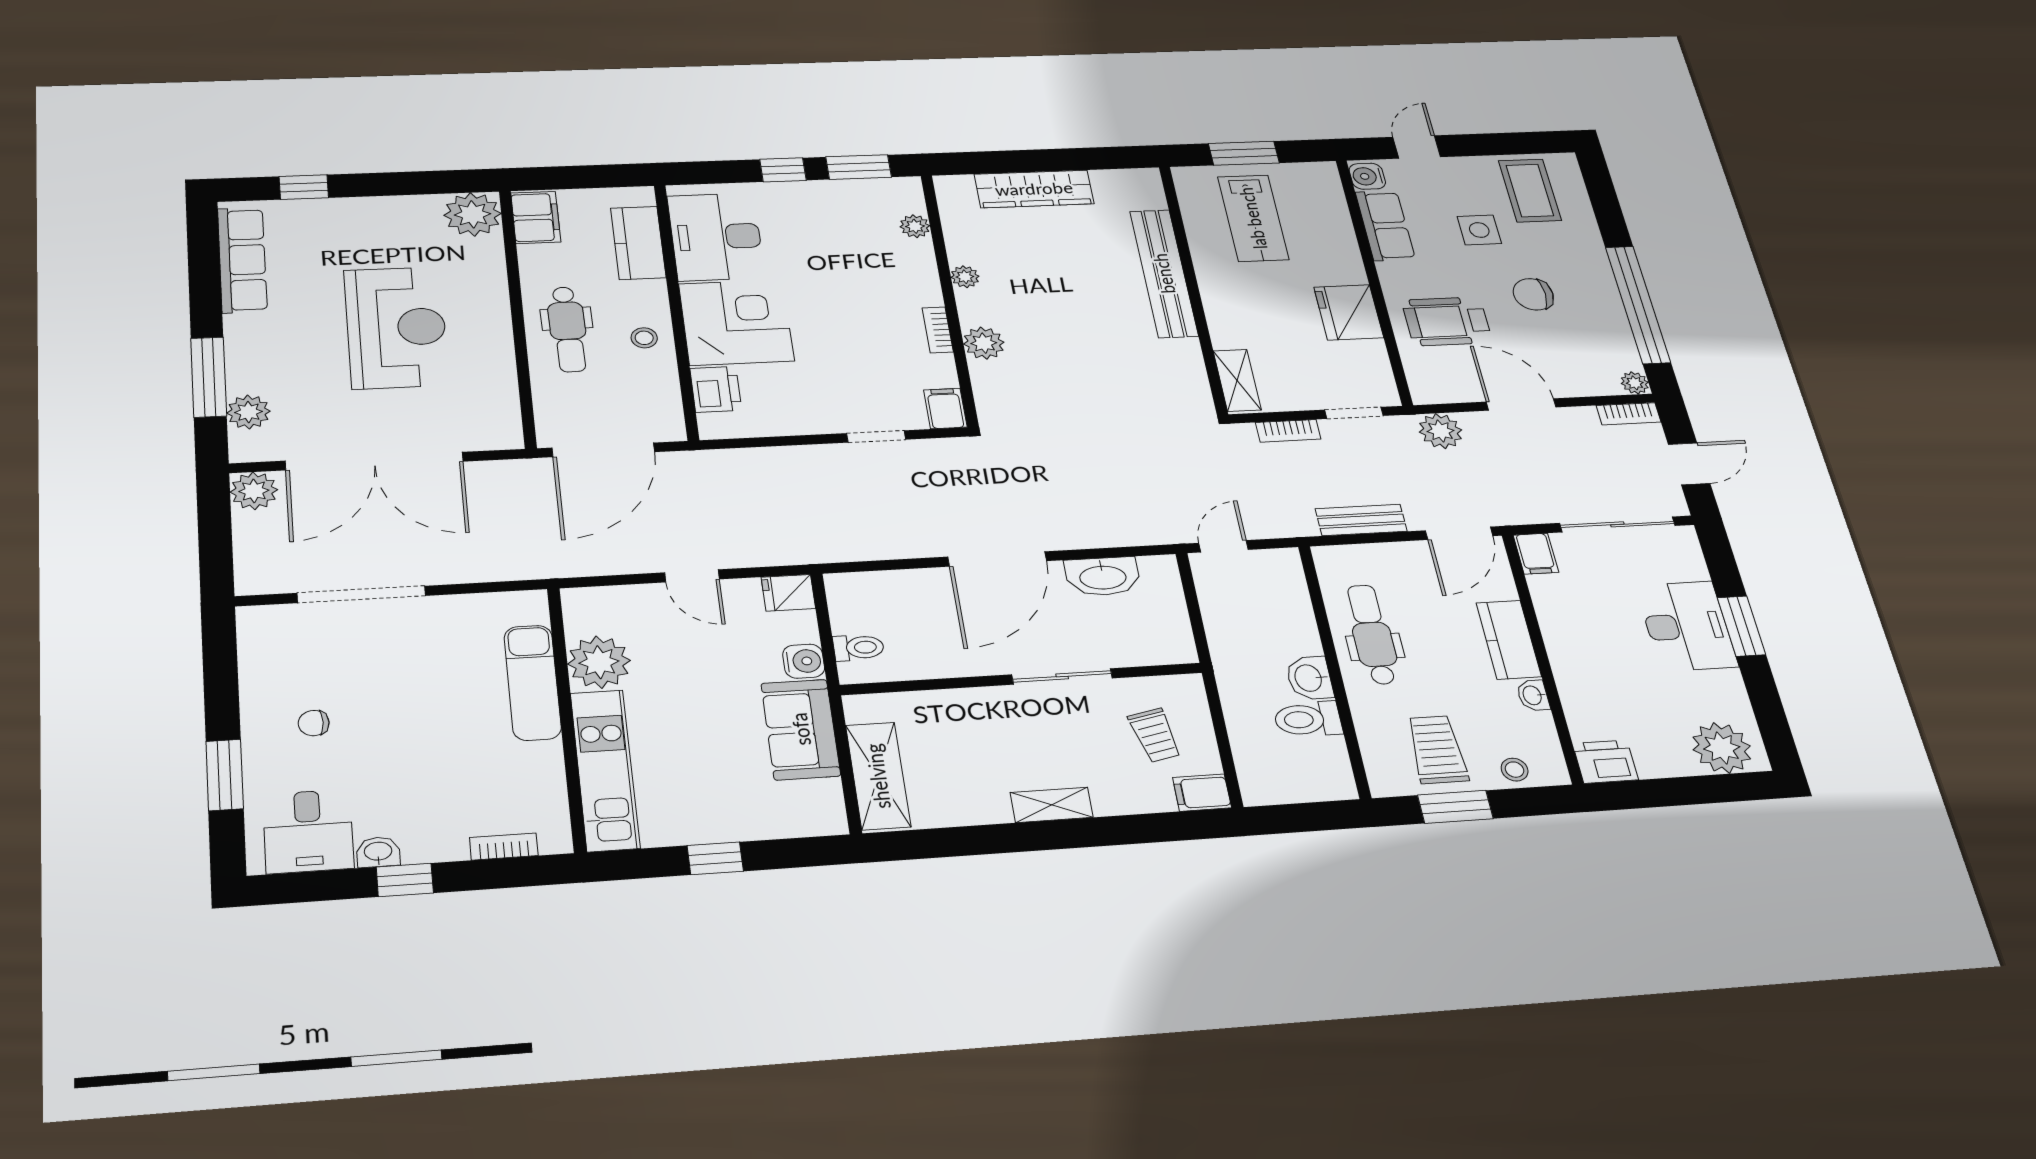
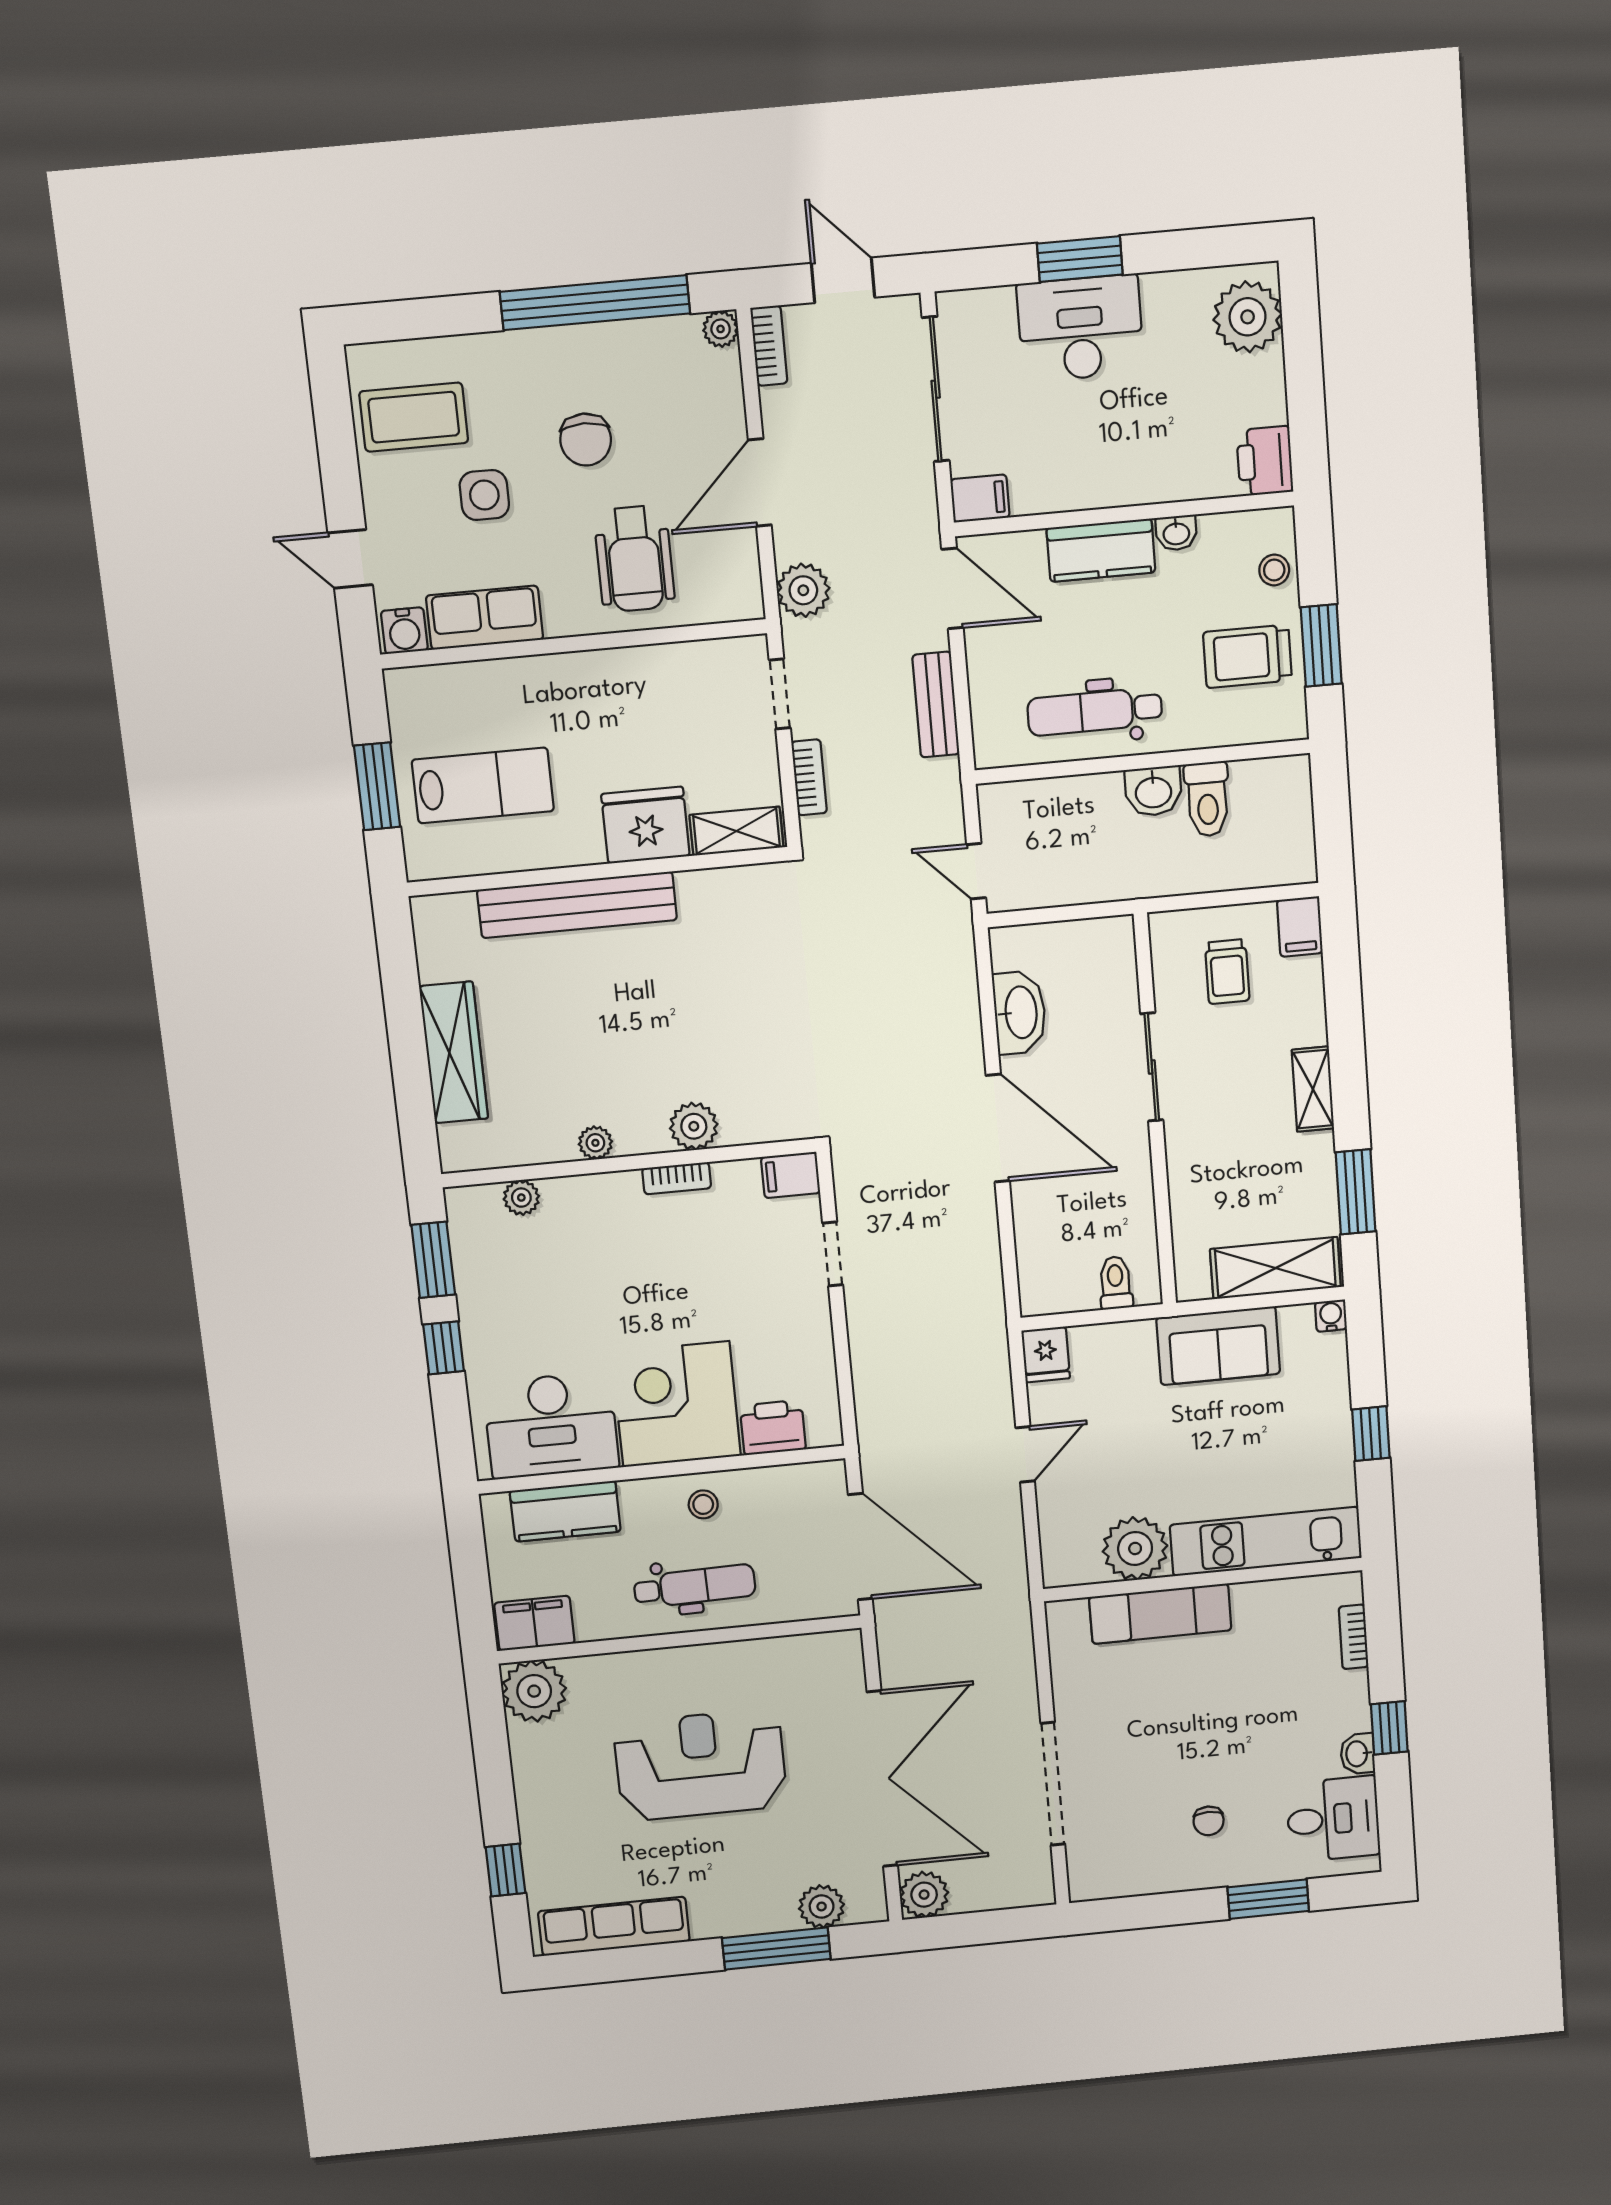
fridge: (1349, 312) -> (645, 825), moved, turned 180
water cooler: (804, 661) -> (1331, 1316), moved, width x0.72, depth x0.72
trolley: (1155, 735) -> (1227, 972), turned 102
window: (956, 842) -> (1356, 1192), added

